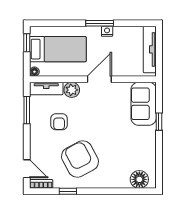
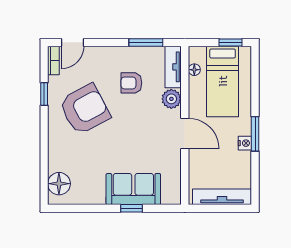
floor lamp: (34, 72) -> (194, 70), moved
sofa: (144, 104) -> (133, 189), moved

